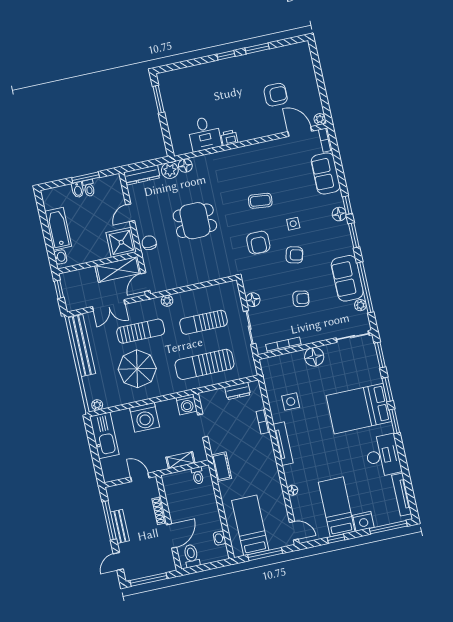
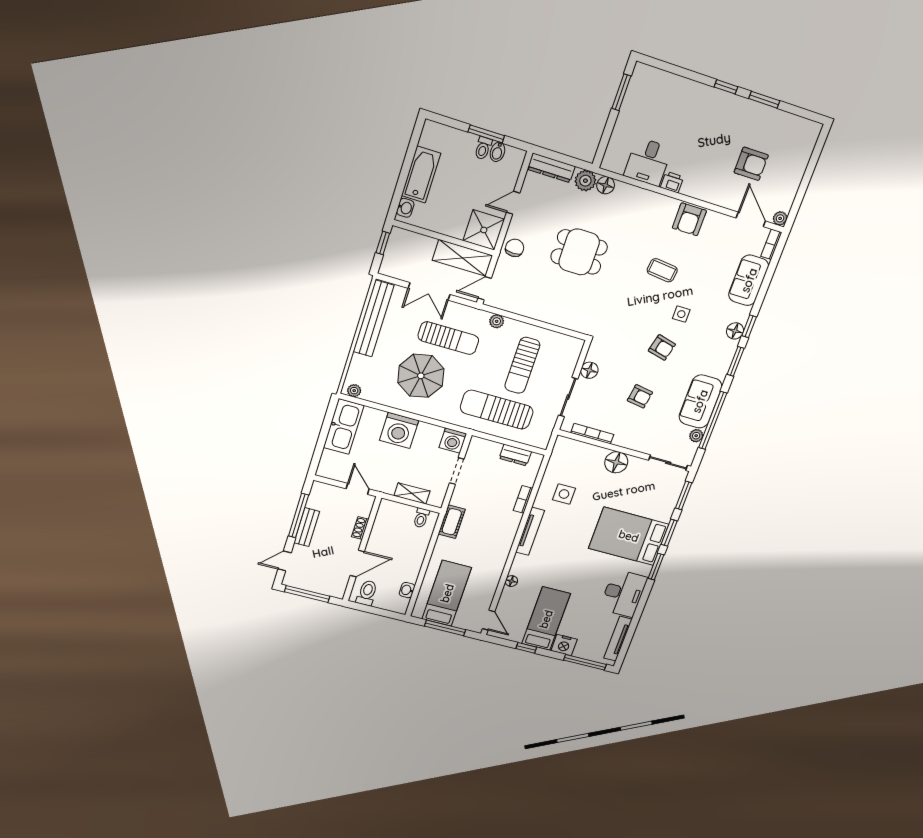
bidet: (78, 190) -> (497, 152), moved
armchair: (258, 243) -> (689, 219), moved
sun lounger: (204, 322) -> (522, 365), turned -90
shoe rack: (159, 511) -> (360, 528), width x0.70

